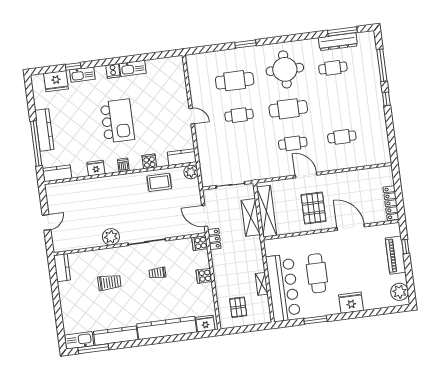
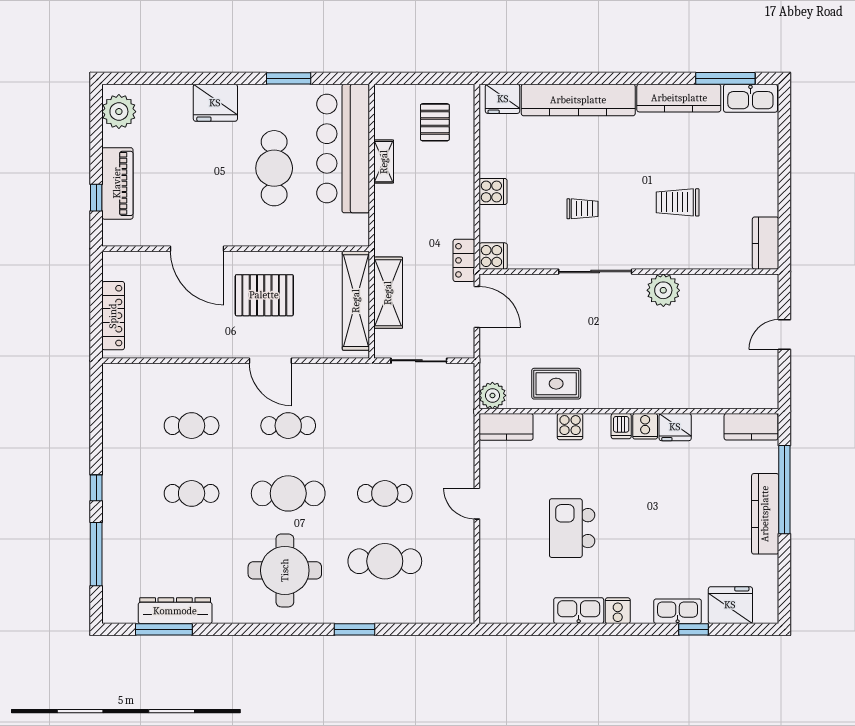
cafe table: (333, 68) -> (192, 493), moved
kitchen island: (117, 121) -> (572, 528), moved, width x0.73, depth x0.78
cooker: (111, 167) -> (645, 426), added
locker: (391, 203) -> (113, 316), moved
pallet: (313, 208) -> (264, 295), turned 90

